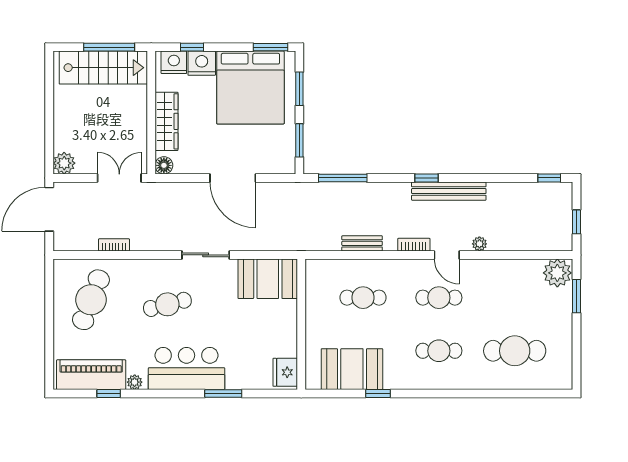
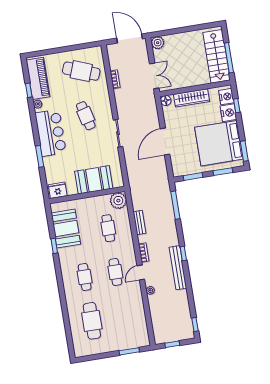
plant: (557, 273) -> (118, 201), moved
booth: (268, 279) -> (94, 180), moved, turned 90

